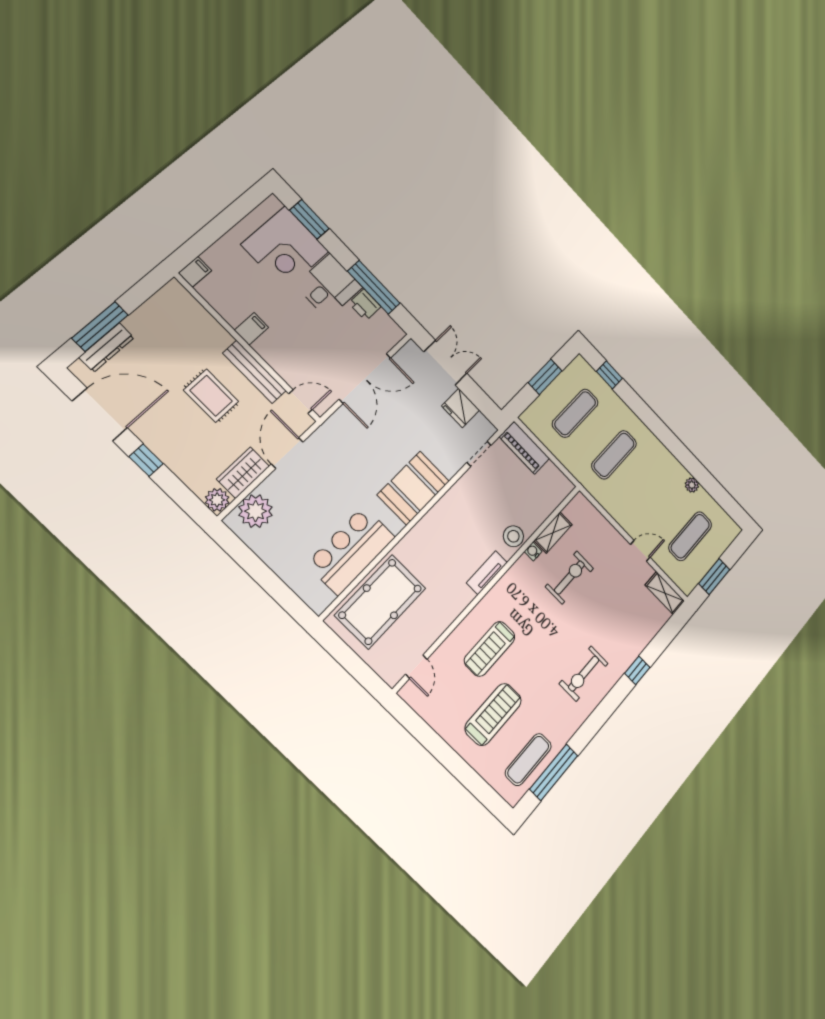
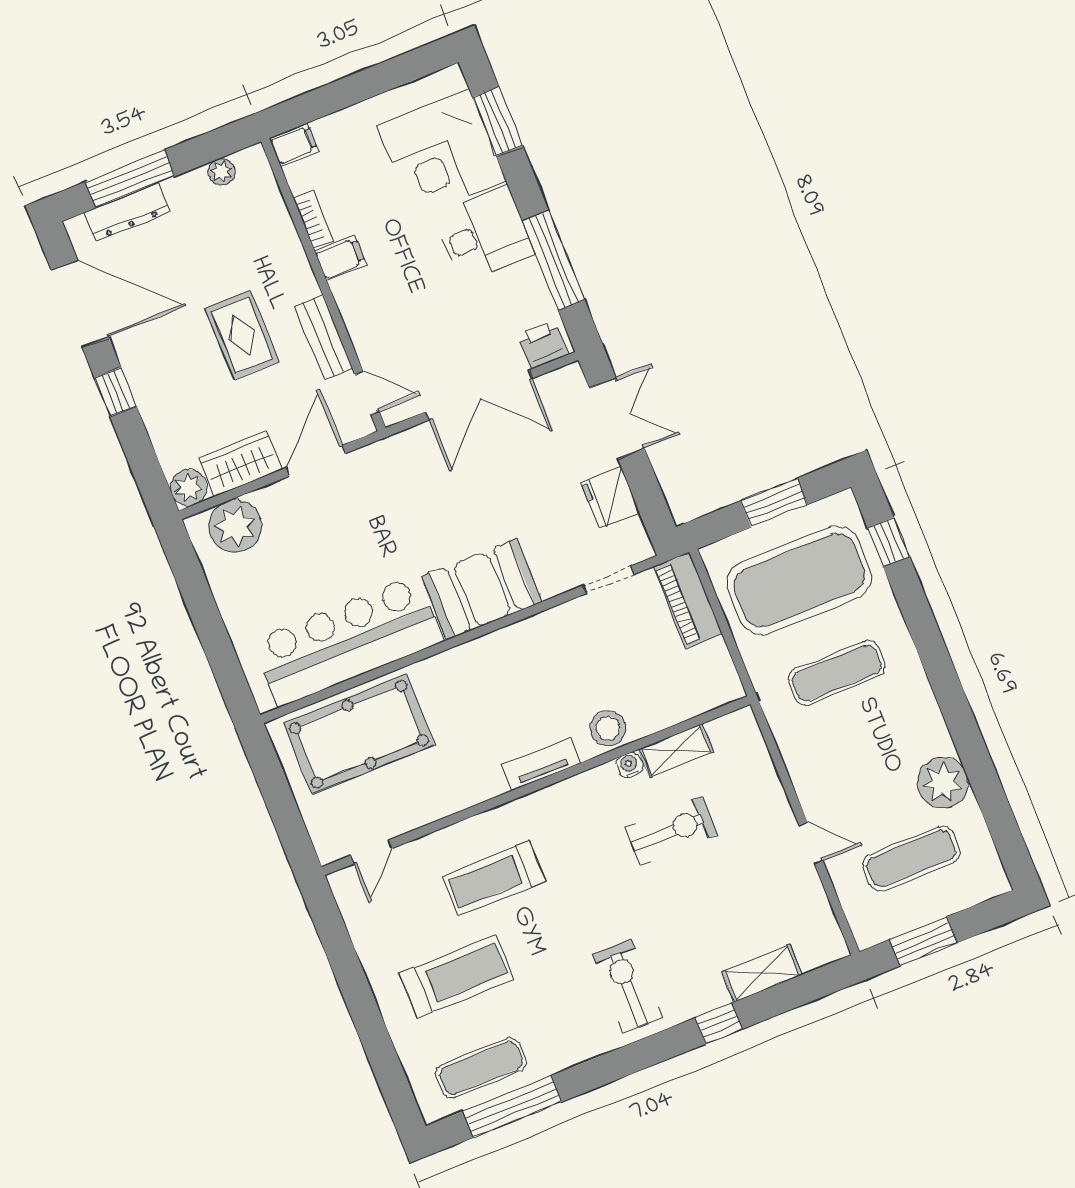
plant: (157, 303) -> (222, 172), added
printer: (365, 305) -> (543, 345), moved, turned 90
bookcase: (226, 312) -> (313, 219), added
bench: (254, 372) -> (323, 337), width x0.73
exercise mat: (575, 413) -> (799, 580), width x2.00, depth x1.45
plant: (692, 485) -> (943, 783), width x1.88, depth x1.88
bar counter: (351, 550) -> (348, 641), width x1.36
shelving: (665, 593) -> (762, 973), moved, turned 90
exercise bike: (584, 674) -> (627, 986), turned 90

